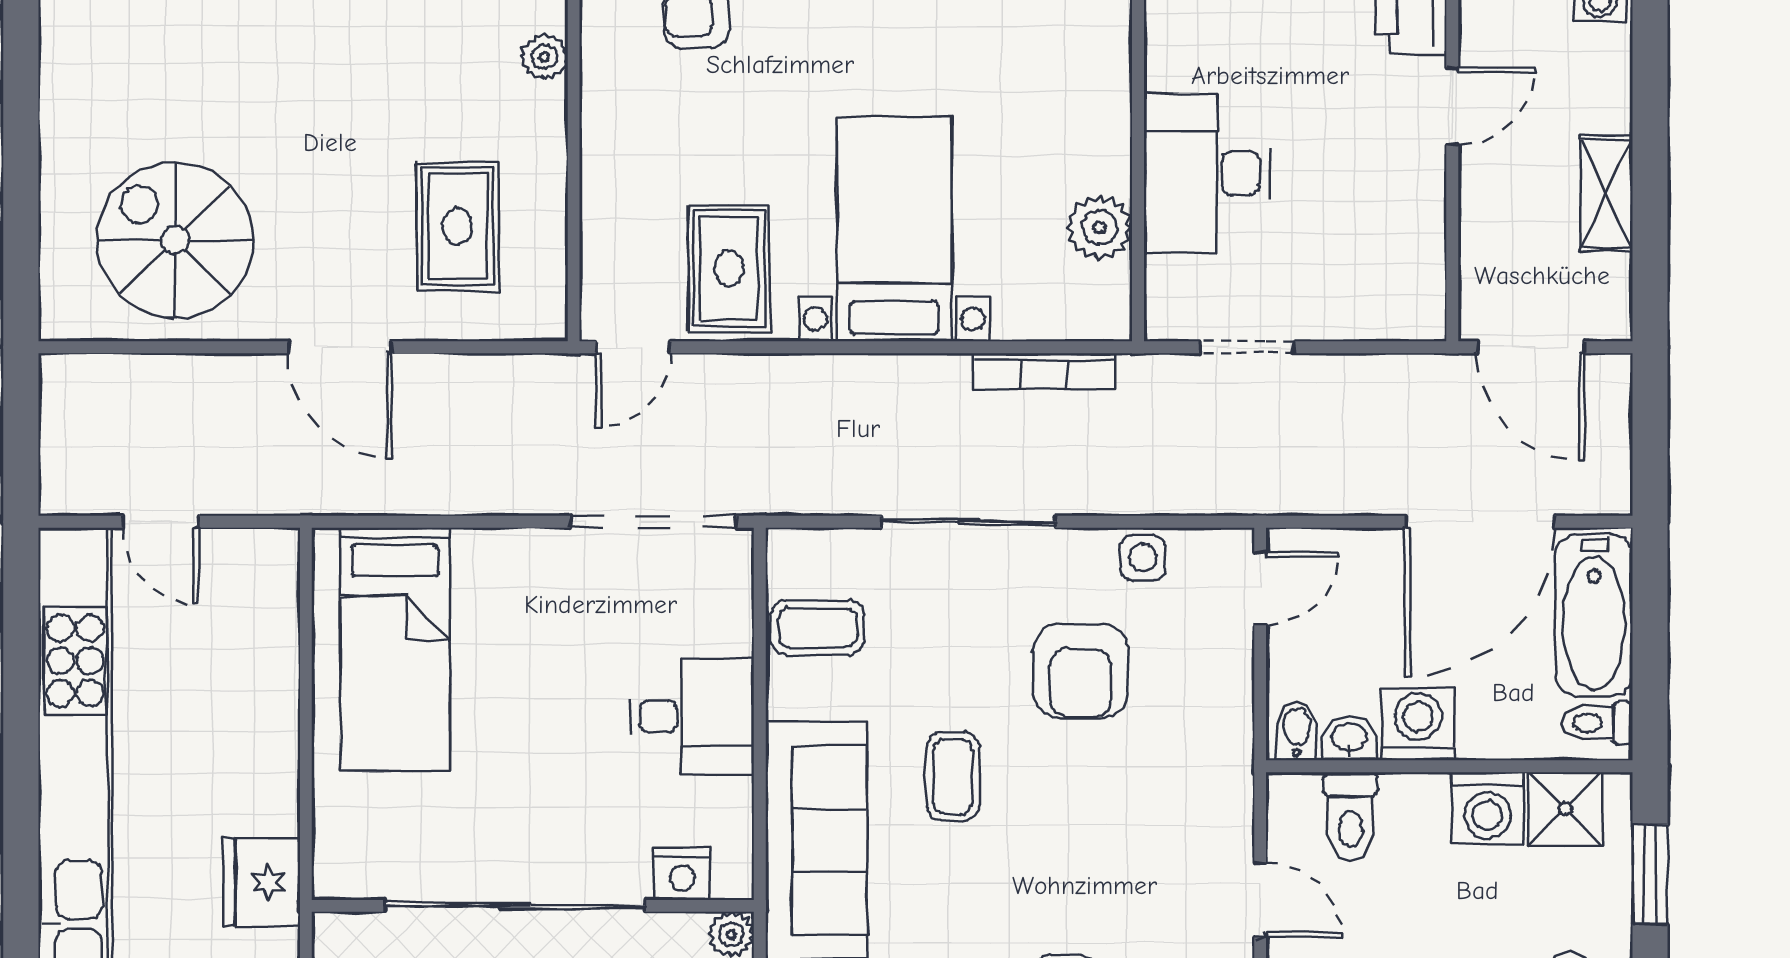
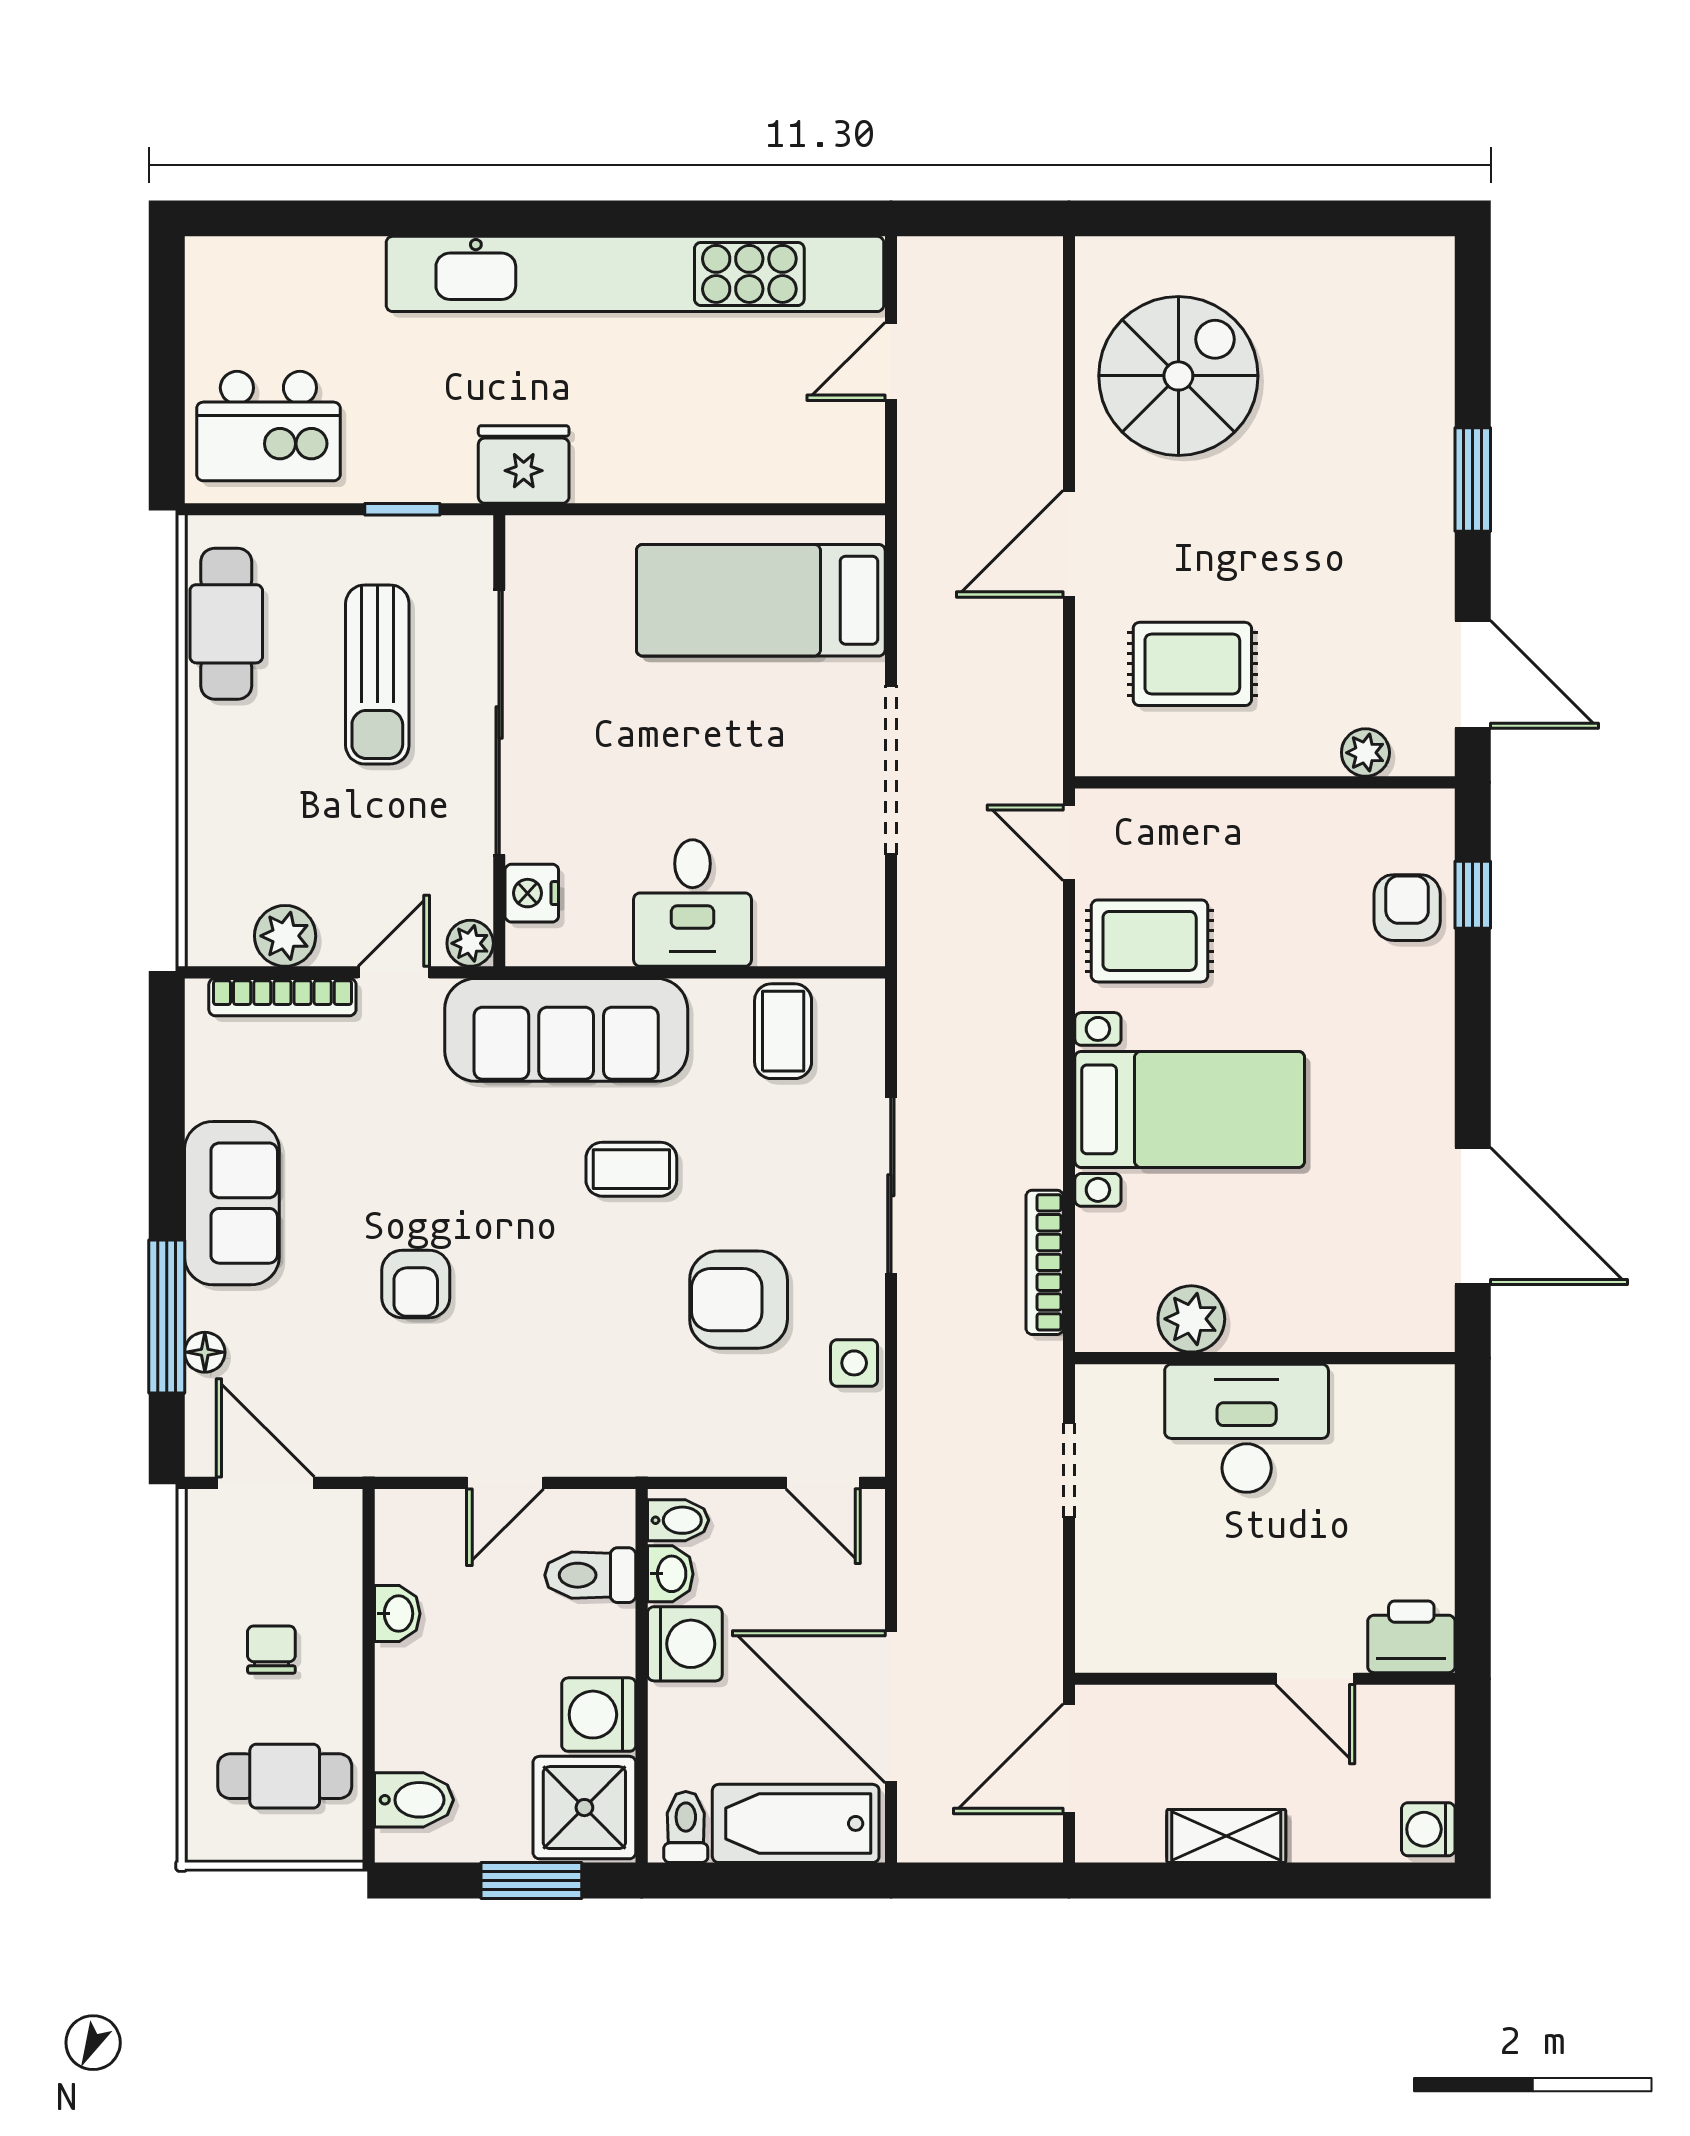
doorway: (653, 522) -> (891, 770), moved
shower: (1565, 809) -> (584, 1808), width x1.36, depth x1.36

